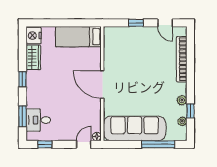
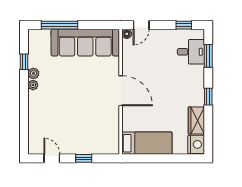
bookcase: (182, 59) -> (34, 119), removed
plant: (182, 121) -> (33, 85), moved

